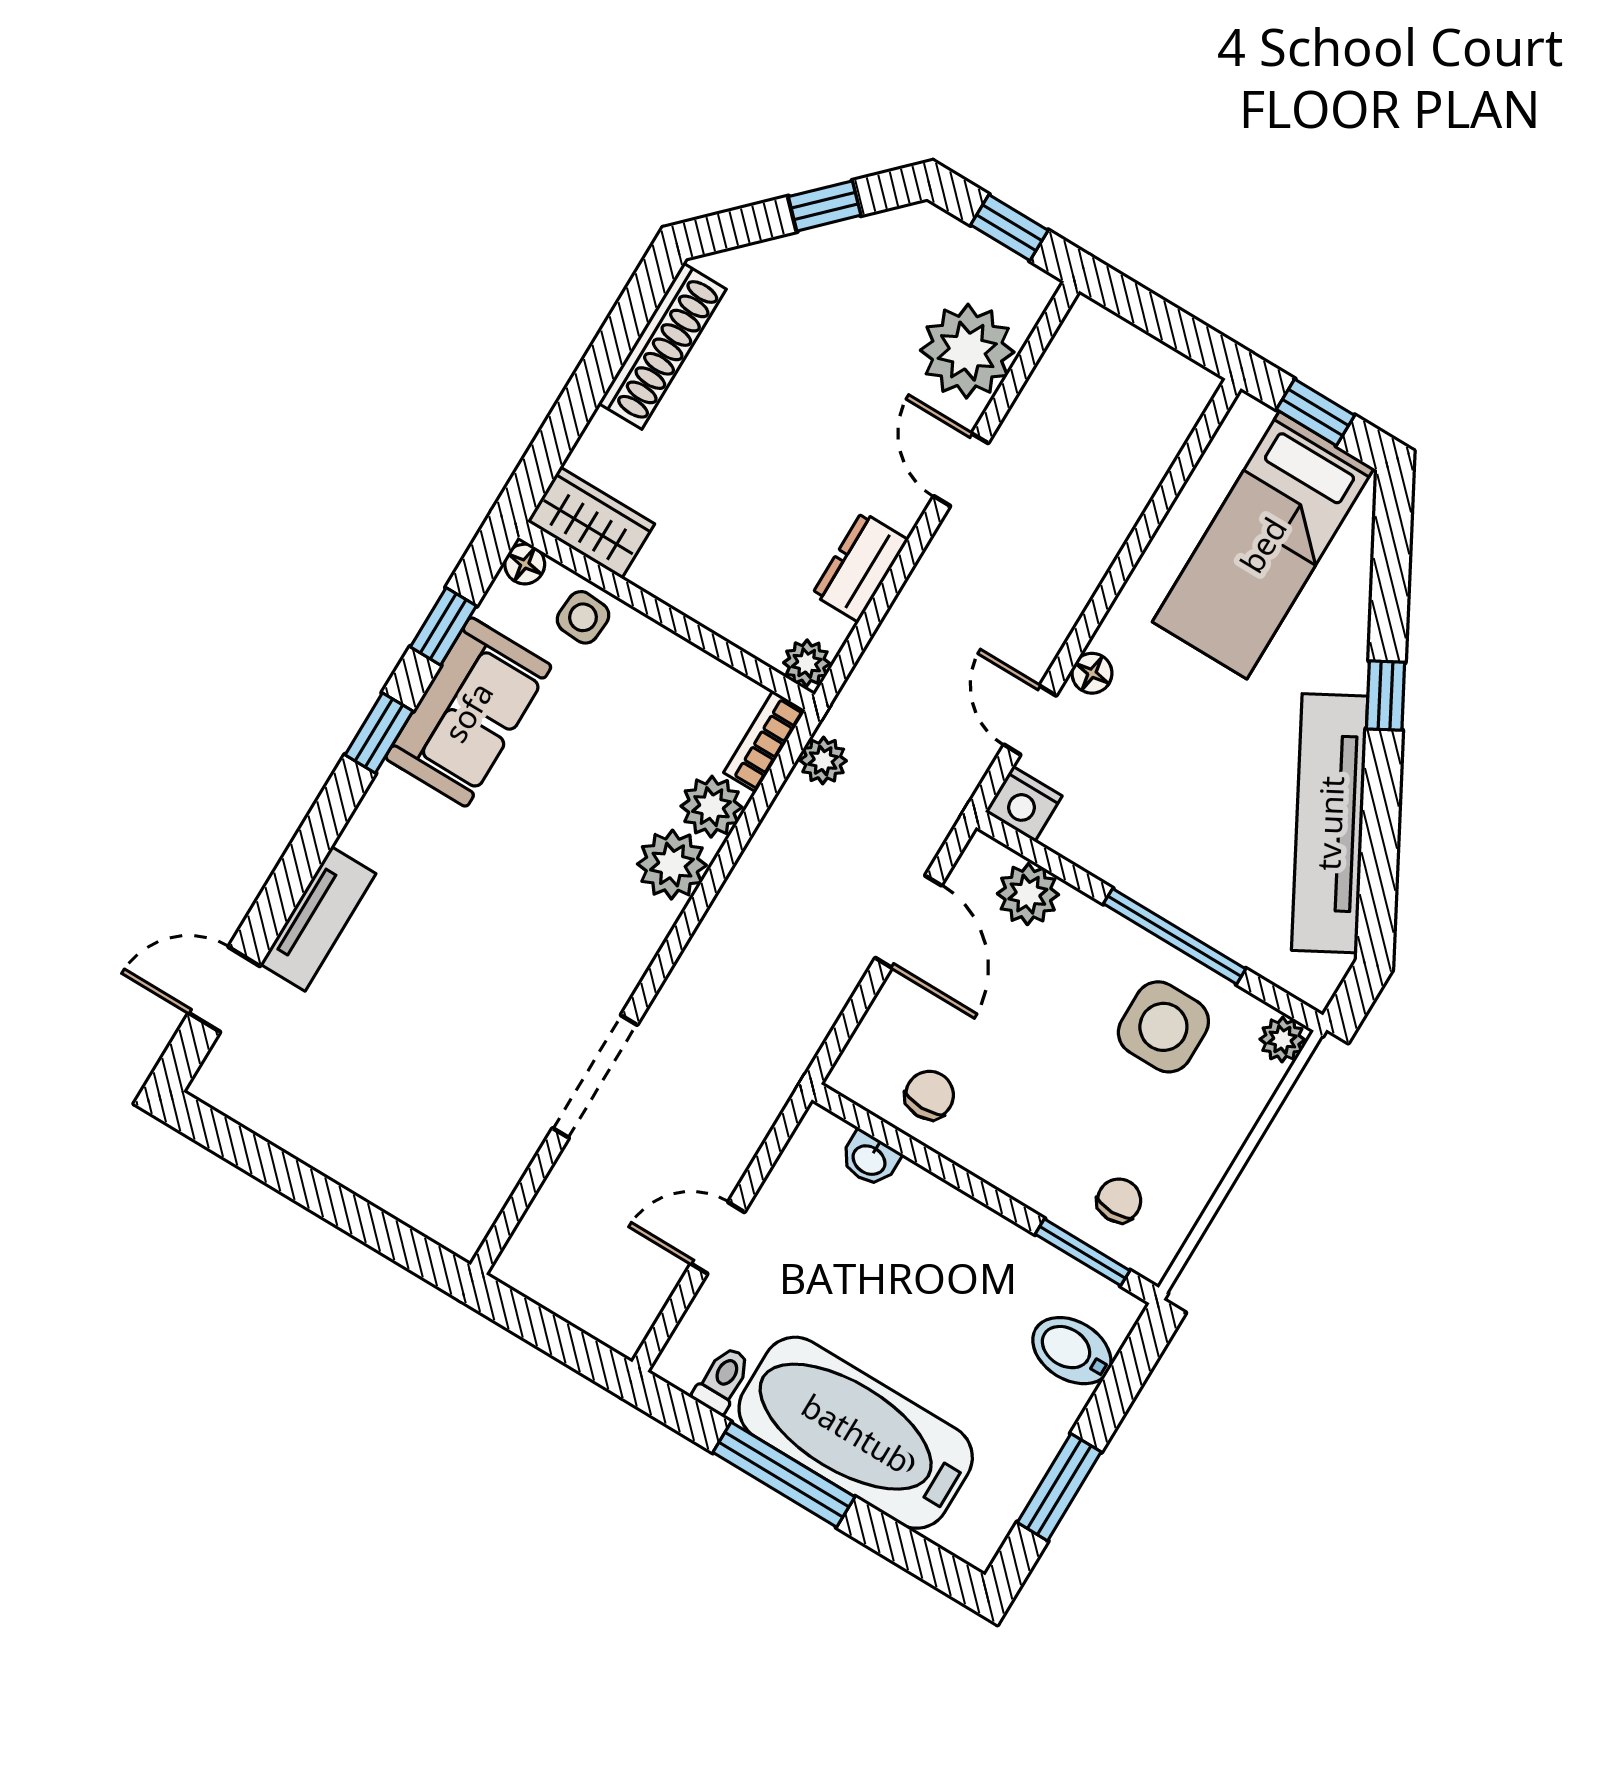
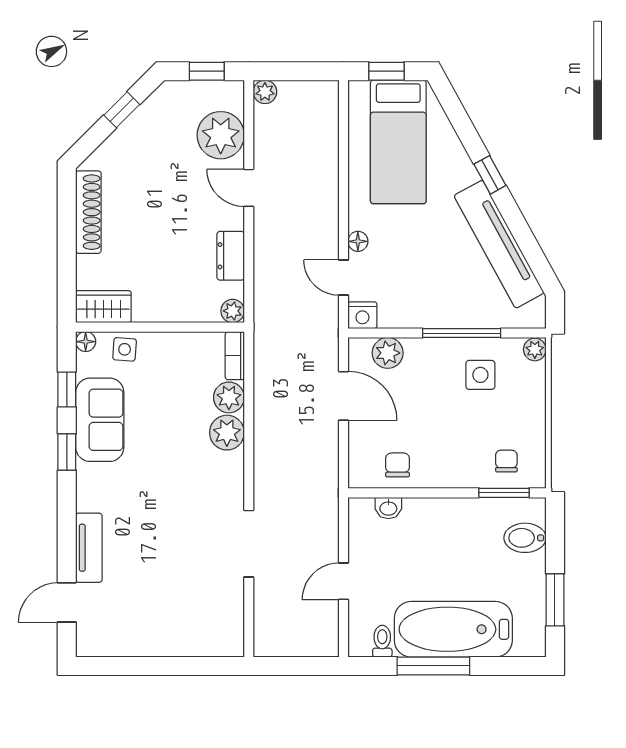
plant: (823, 761) -> (265, 92), moved
side table: (1163, 1027) -> (480, 375), width x0.73, depth x0.73

